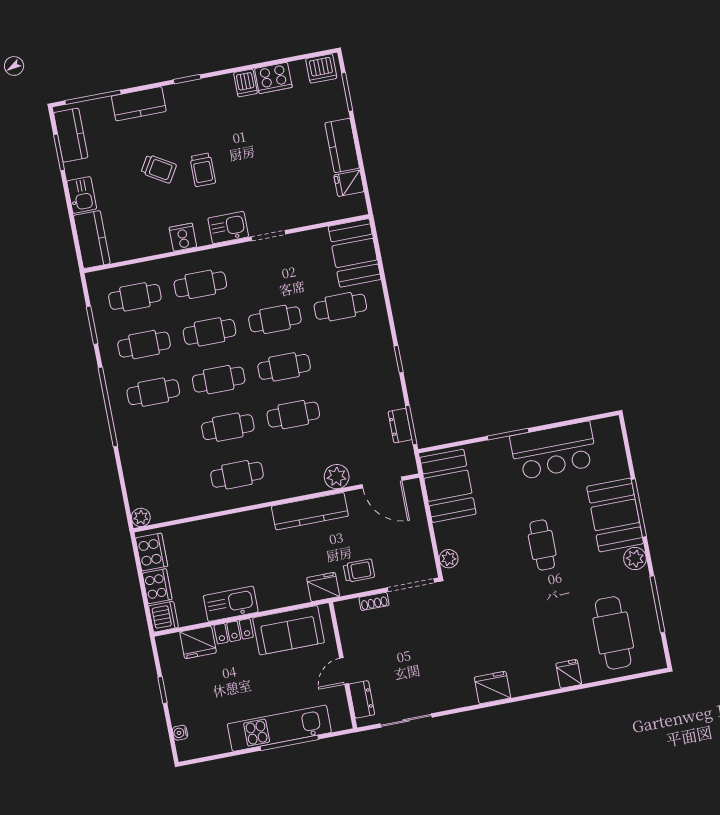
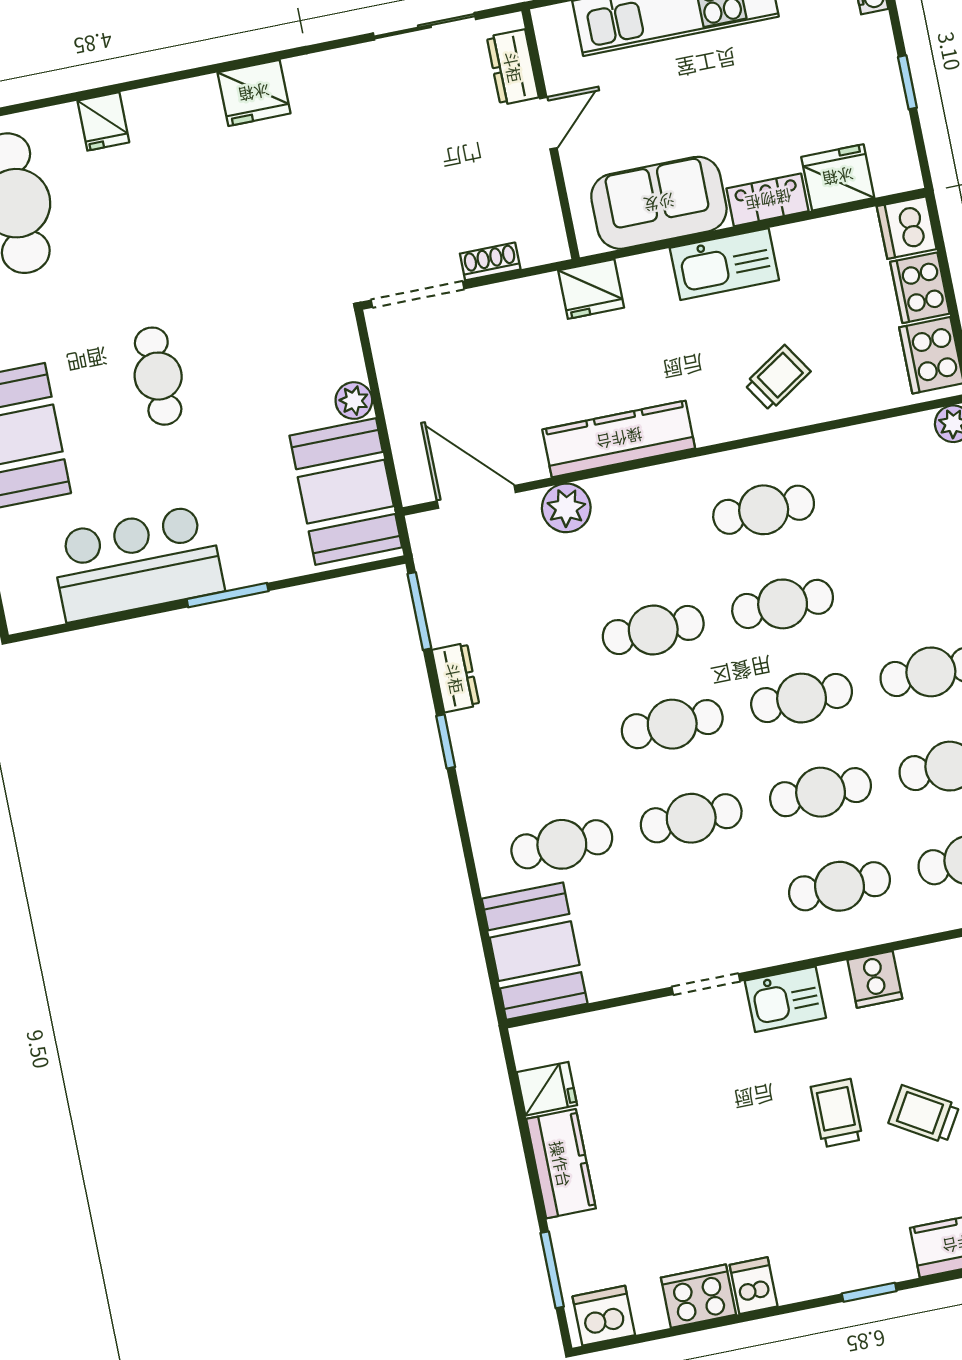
dresser: (400, 426) -> (455, 678), moved
plant: (449, 559) -> (354, 401), moved
trolley: (359, 571) -> (777, 378), moved, turned 147
kitchen sink: (231, 604) -> (724, 264), moved

